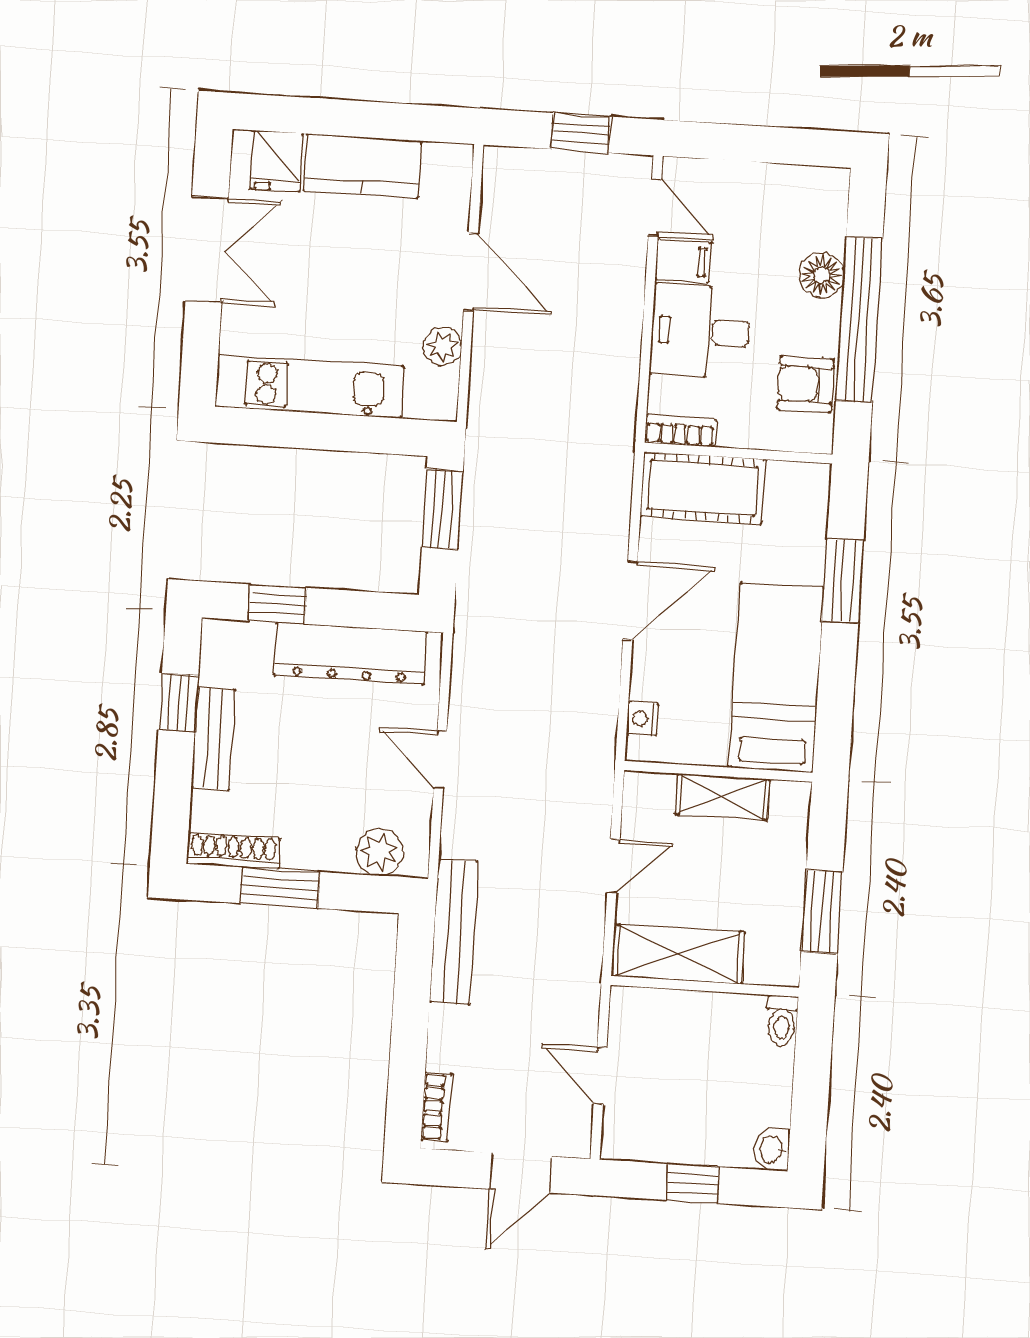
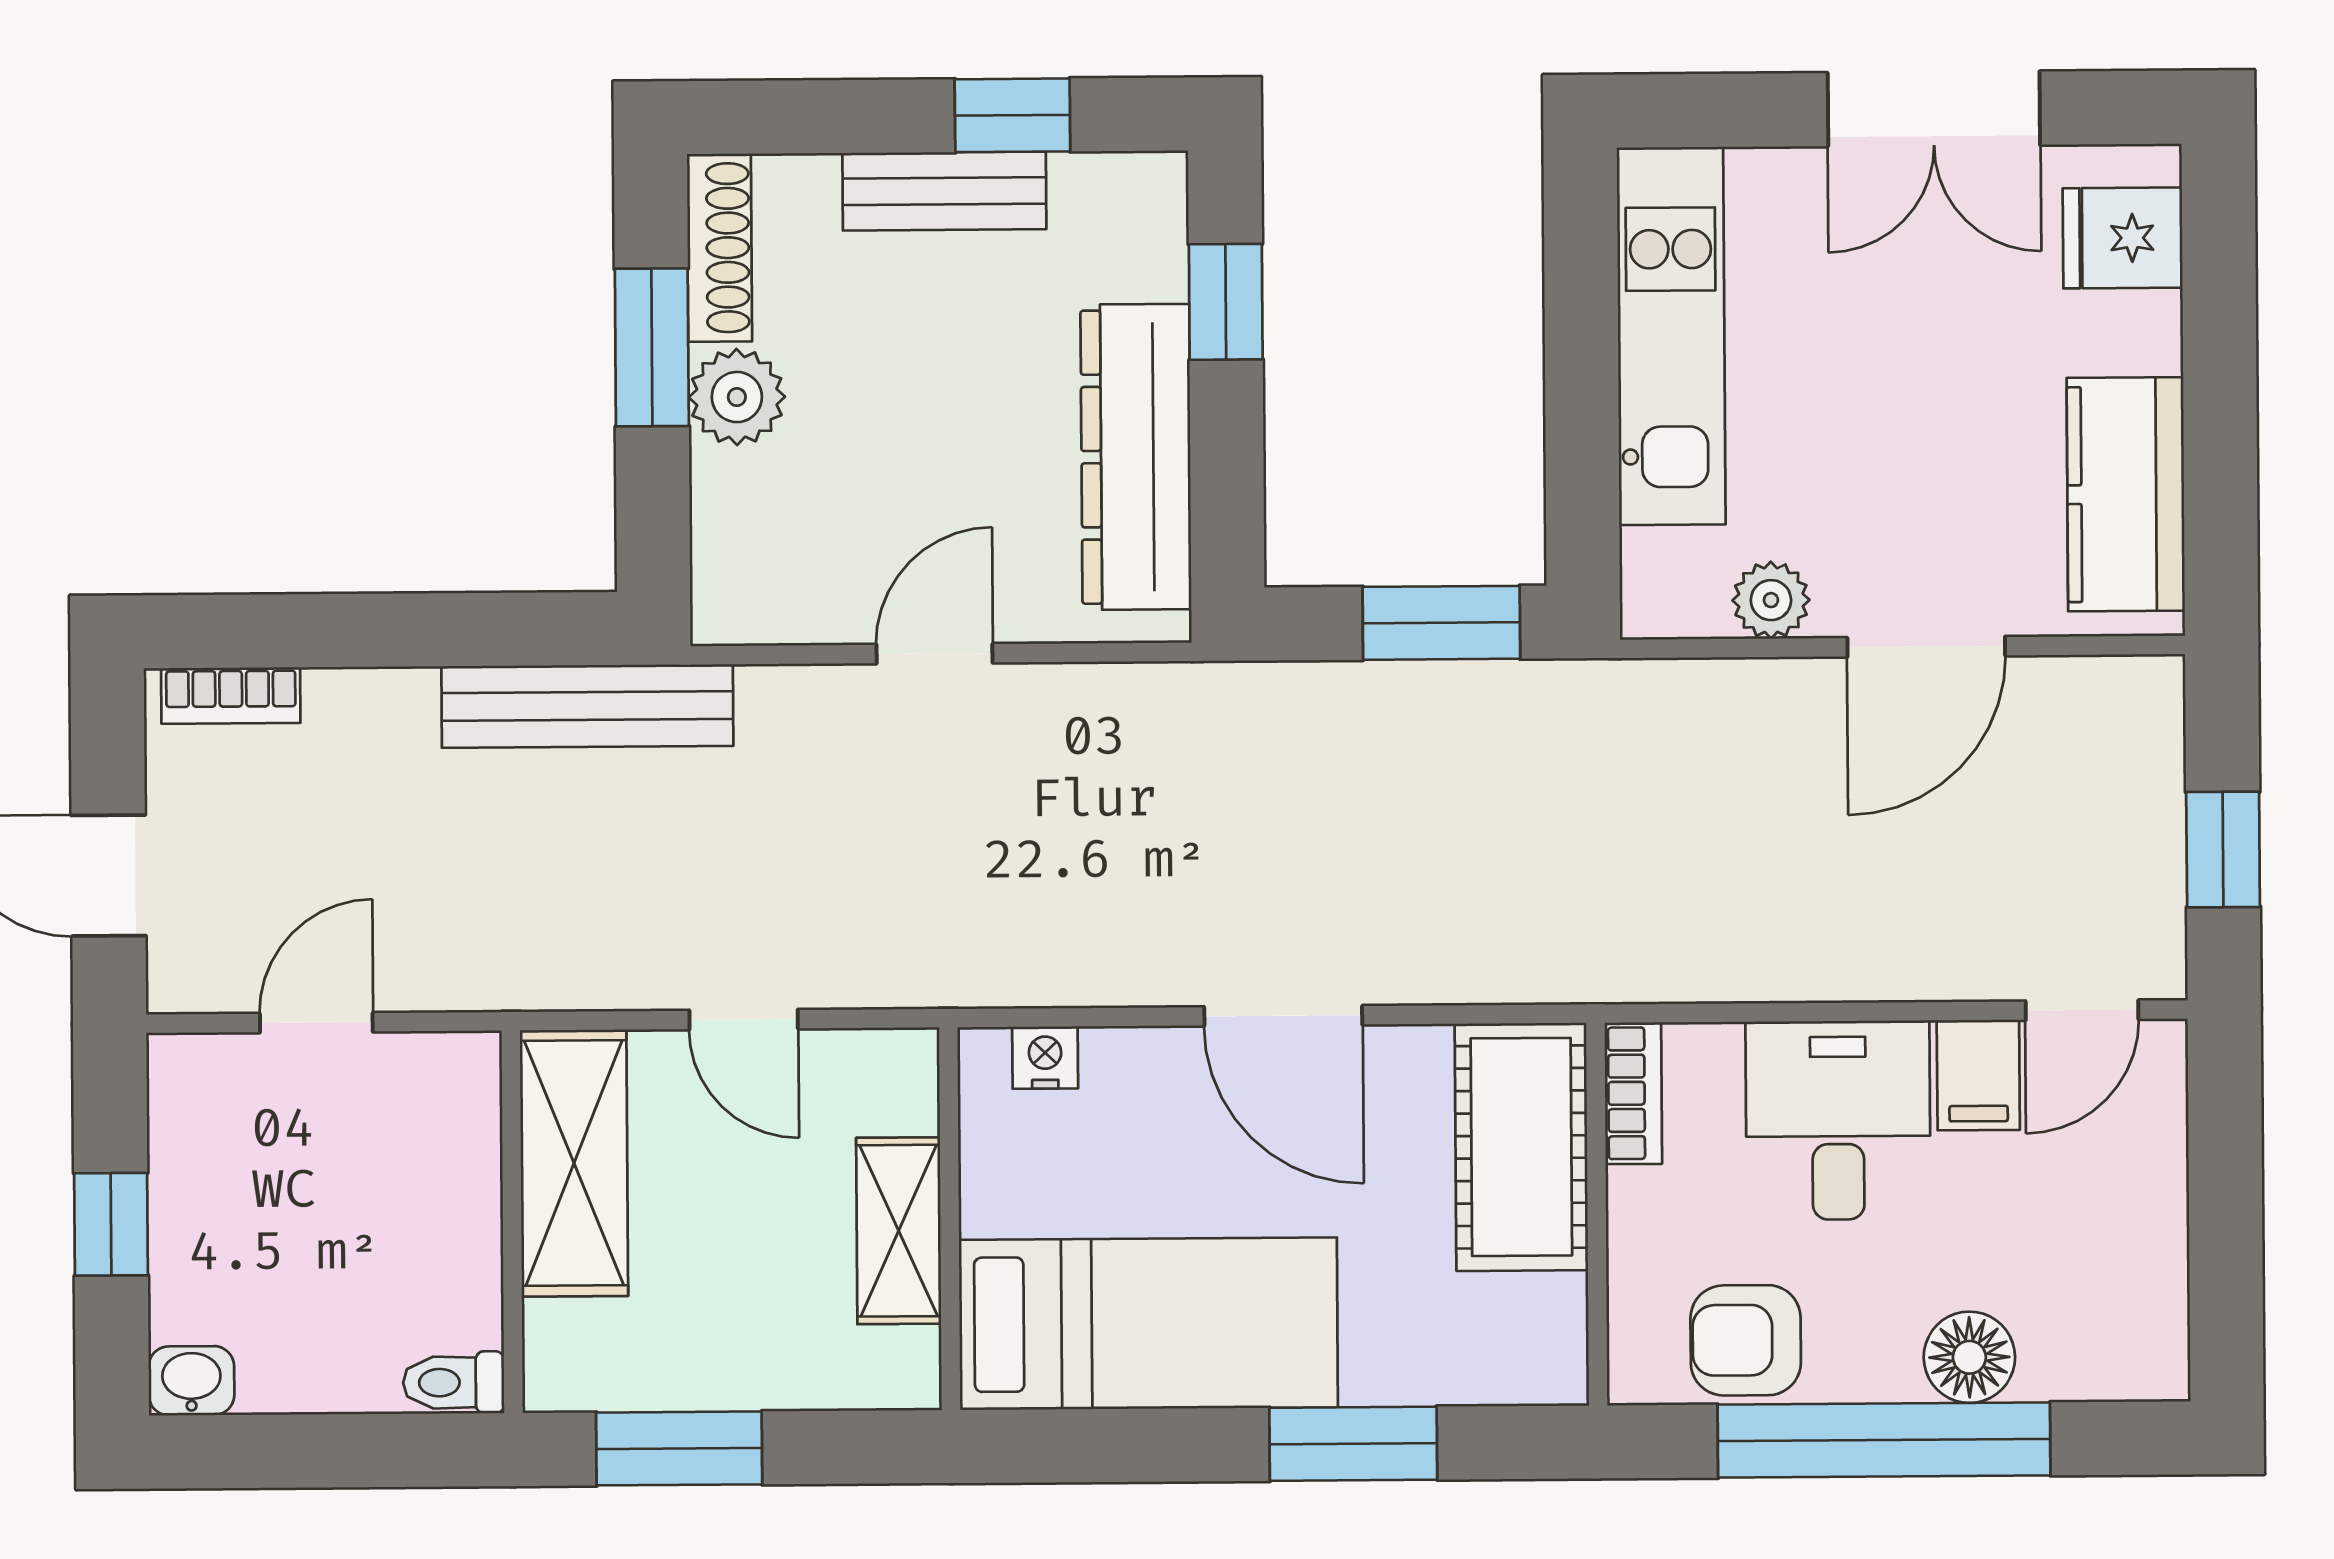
kitchen counter: (362, 166) -> (2126, 494), moved
armchair: (805, 384) -> (1746, 1340), turned -90
plant: (379, 852) -> (737, 397), moved

